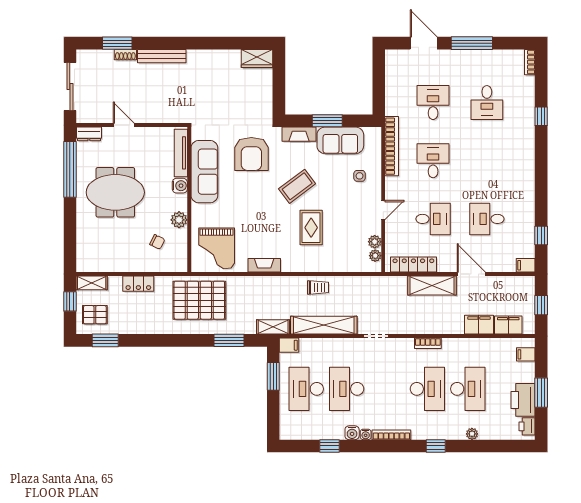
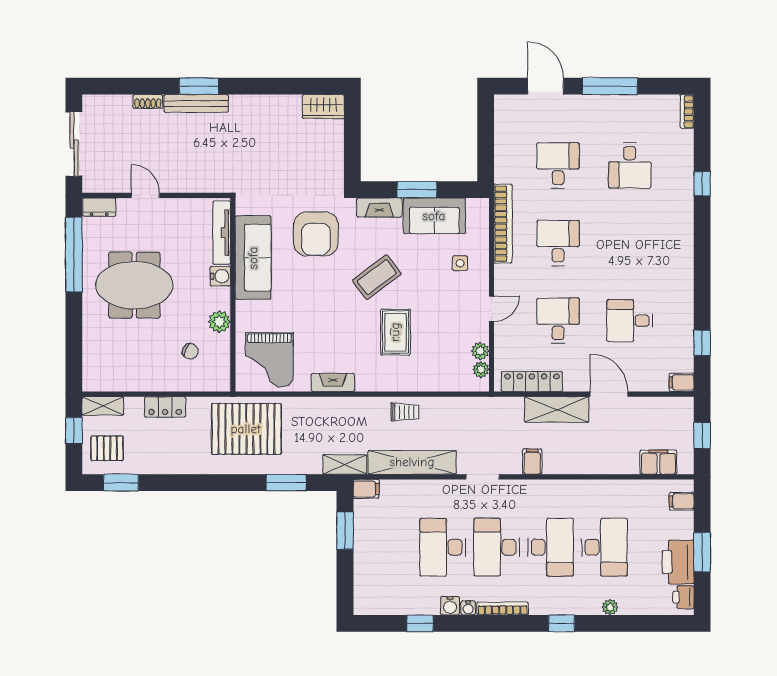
window: (117, 43) -> (199, 86), moved
desk: (433, 219) -> (558, 321), turned -90
filing cabinet: (479, 325) -> (532, 462), moved, width x0.50
bookcase: (428, 343) -> (551, 486), removed
desk: (306, 389) -> (497, 547), moved

